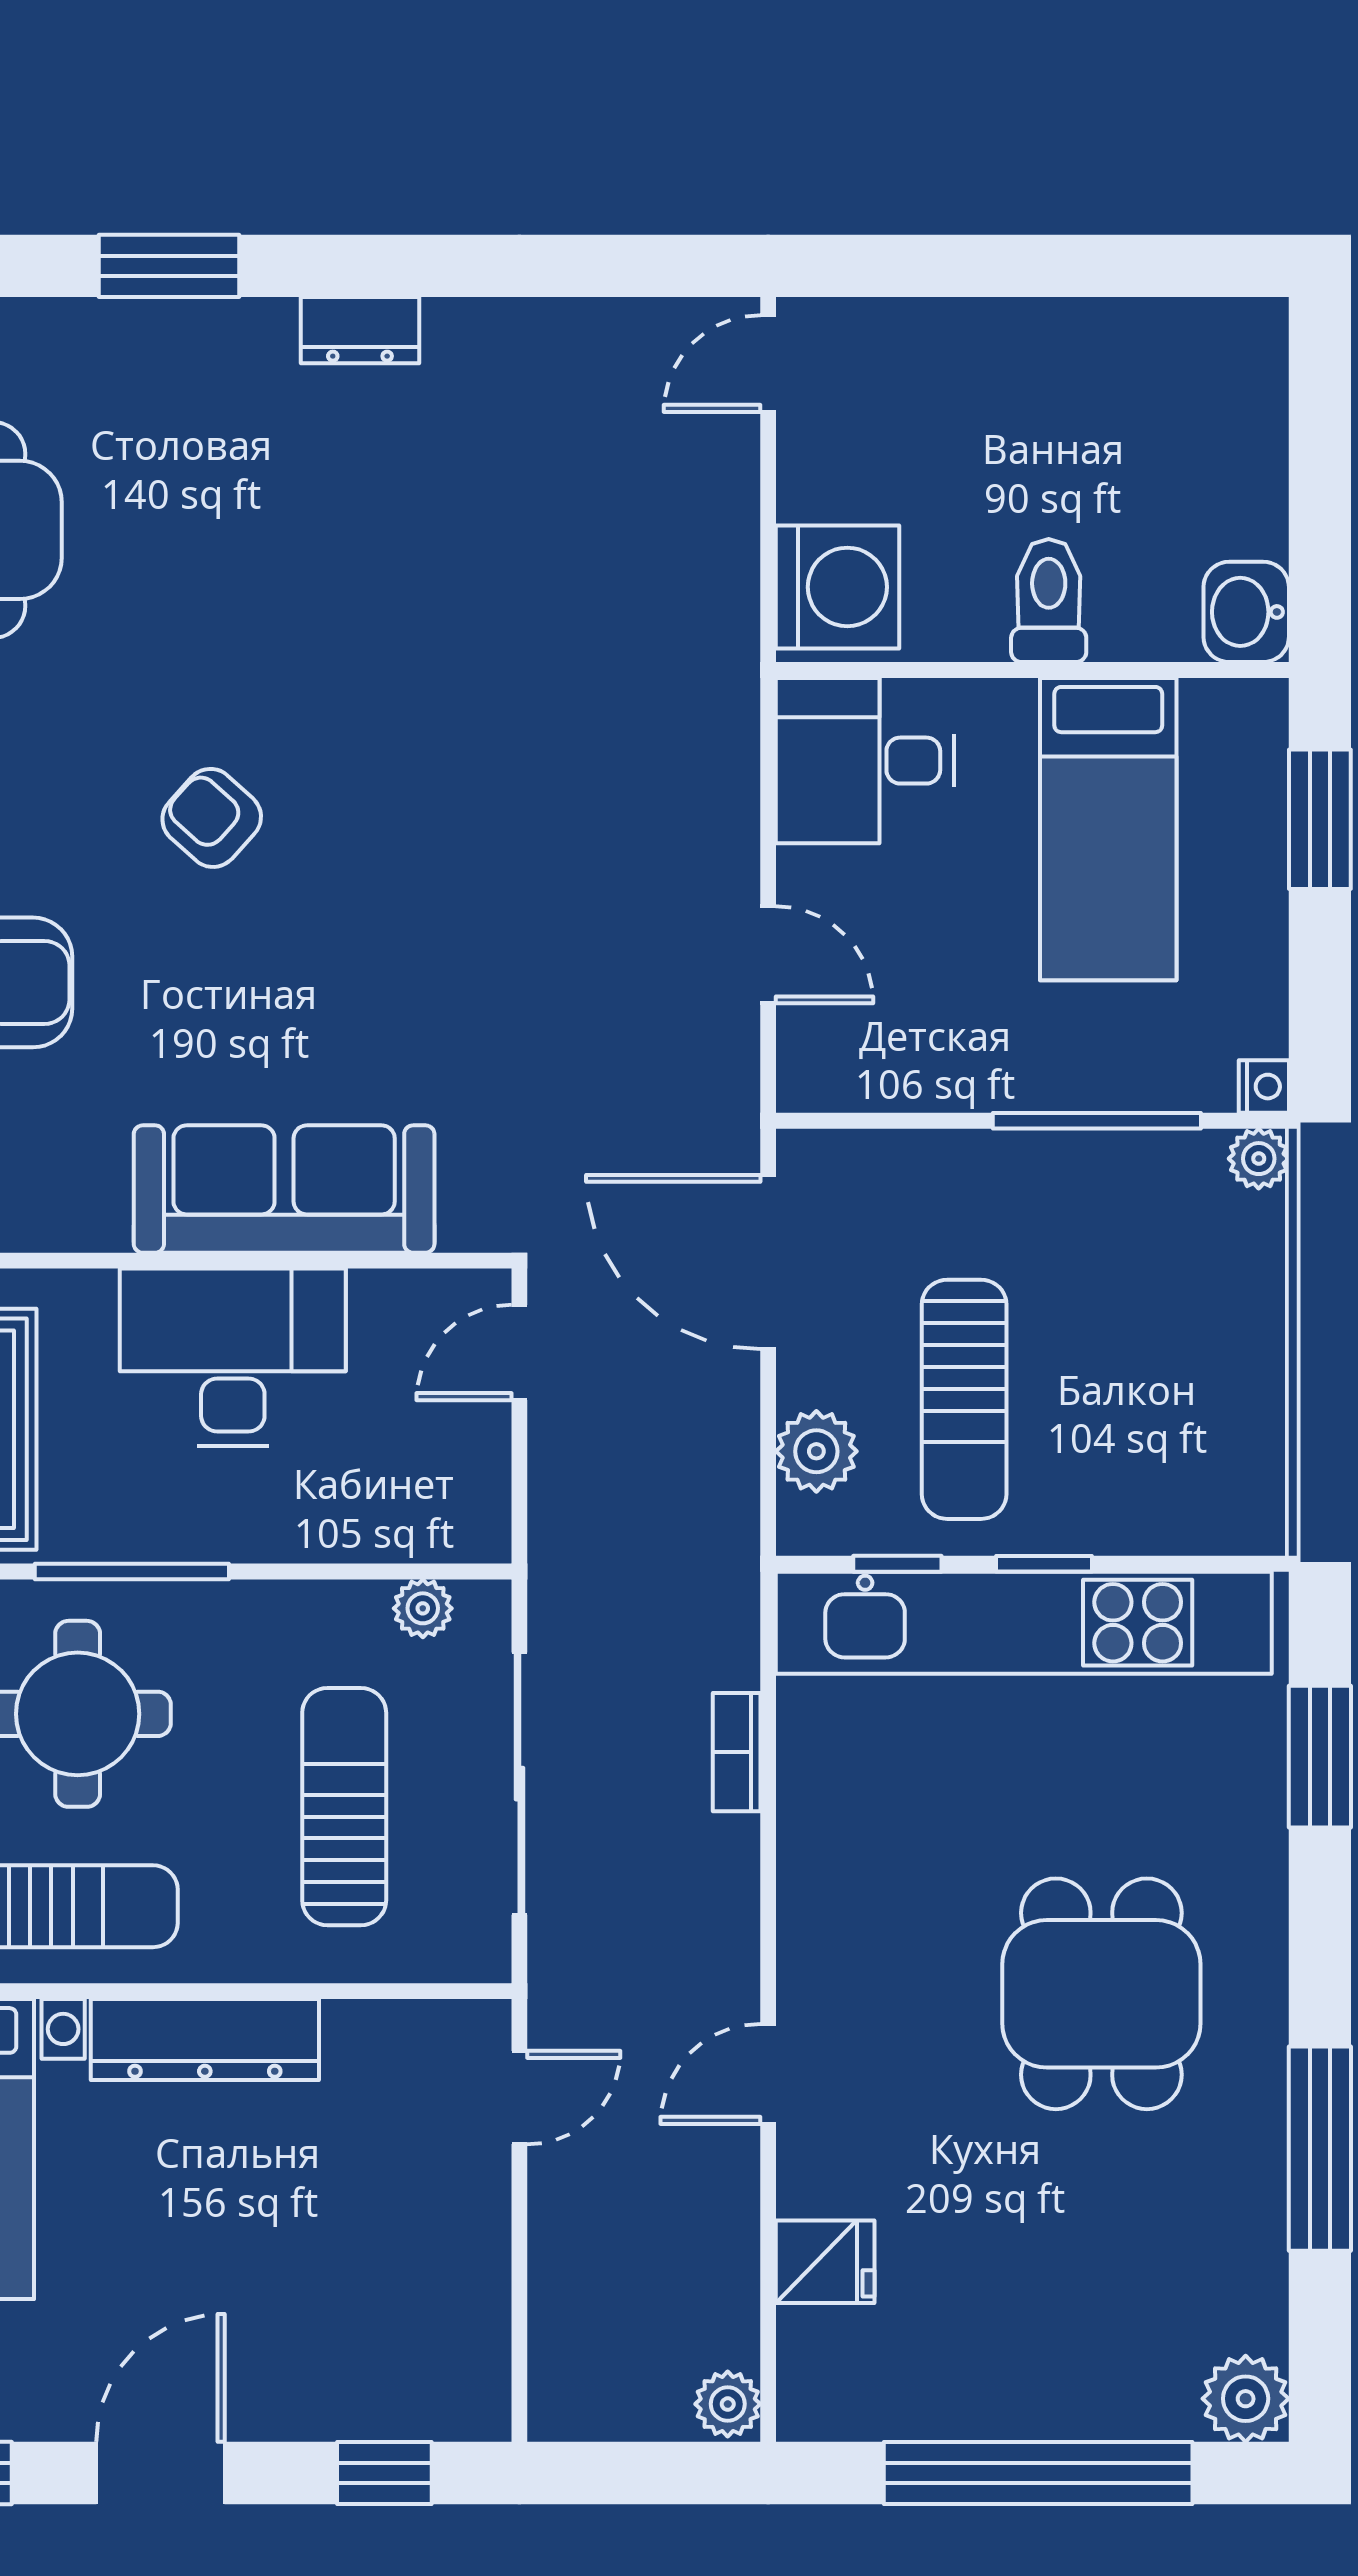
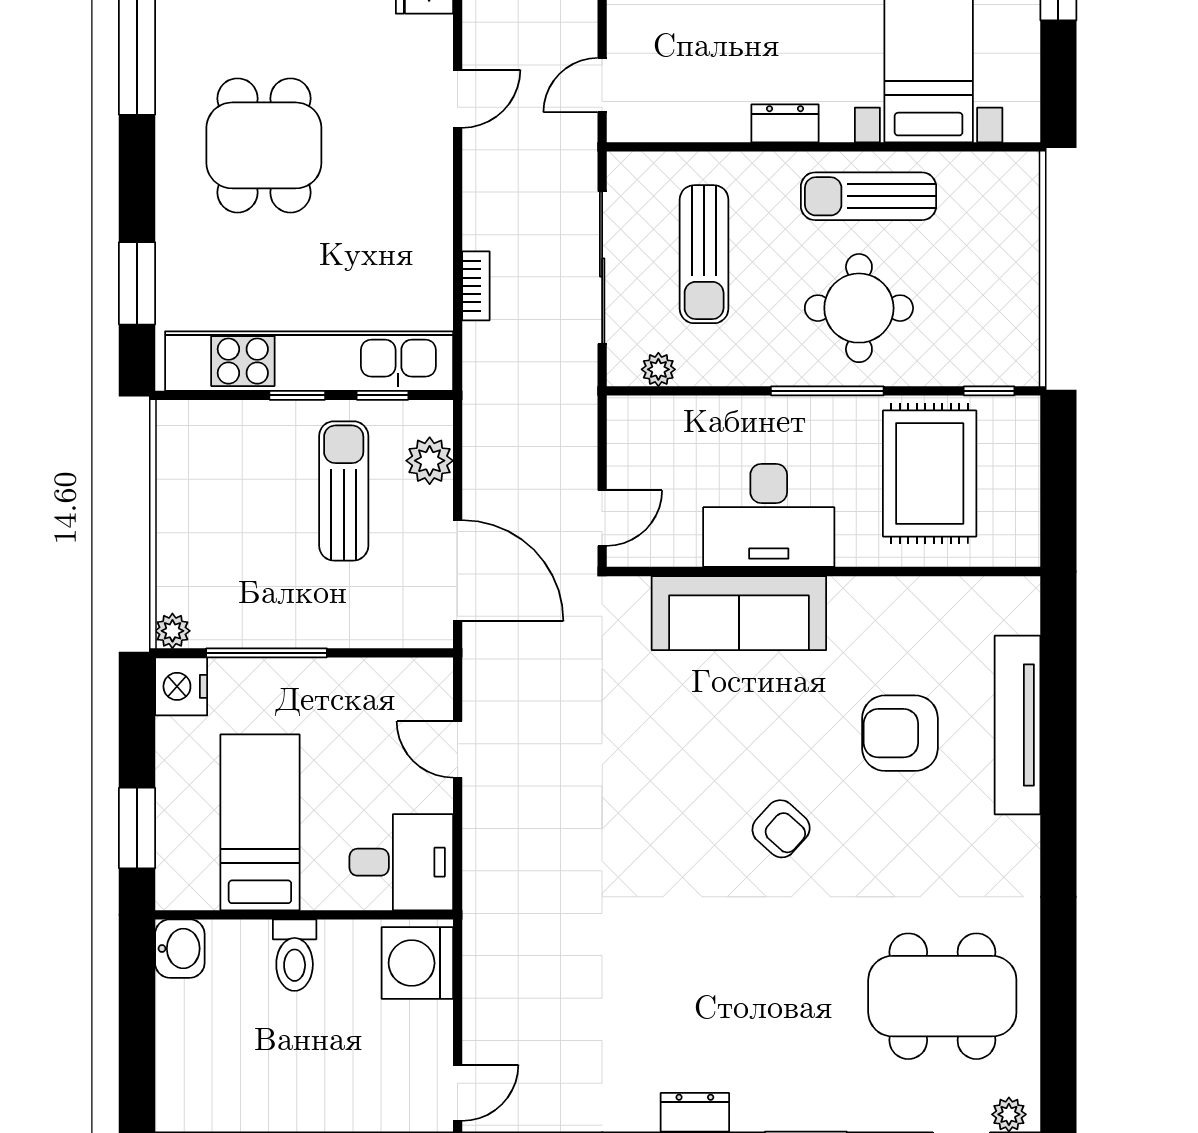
nightstand: (1264, 1087) -> (181, 686), width x1.89, depth x1.79
dresser: (205, 2040) -> (785, 123), width x0.51, depth x0.80

